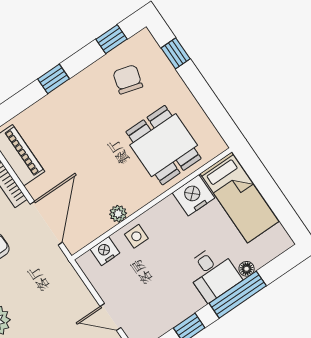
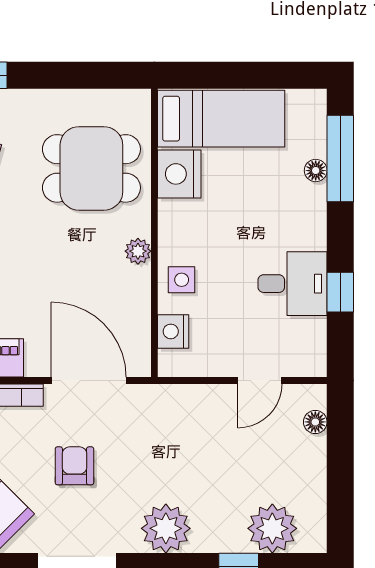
plant: (118, 214) -> (138, 251), moved
desk: (213, 273) -> (293, 284), moved
window: (238, 295) -> (340, 159), moved

